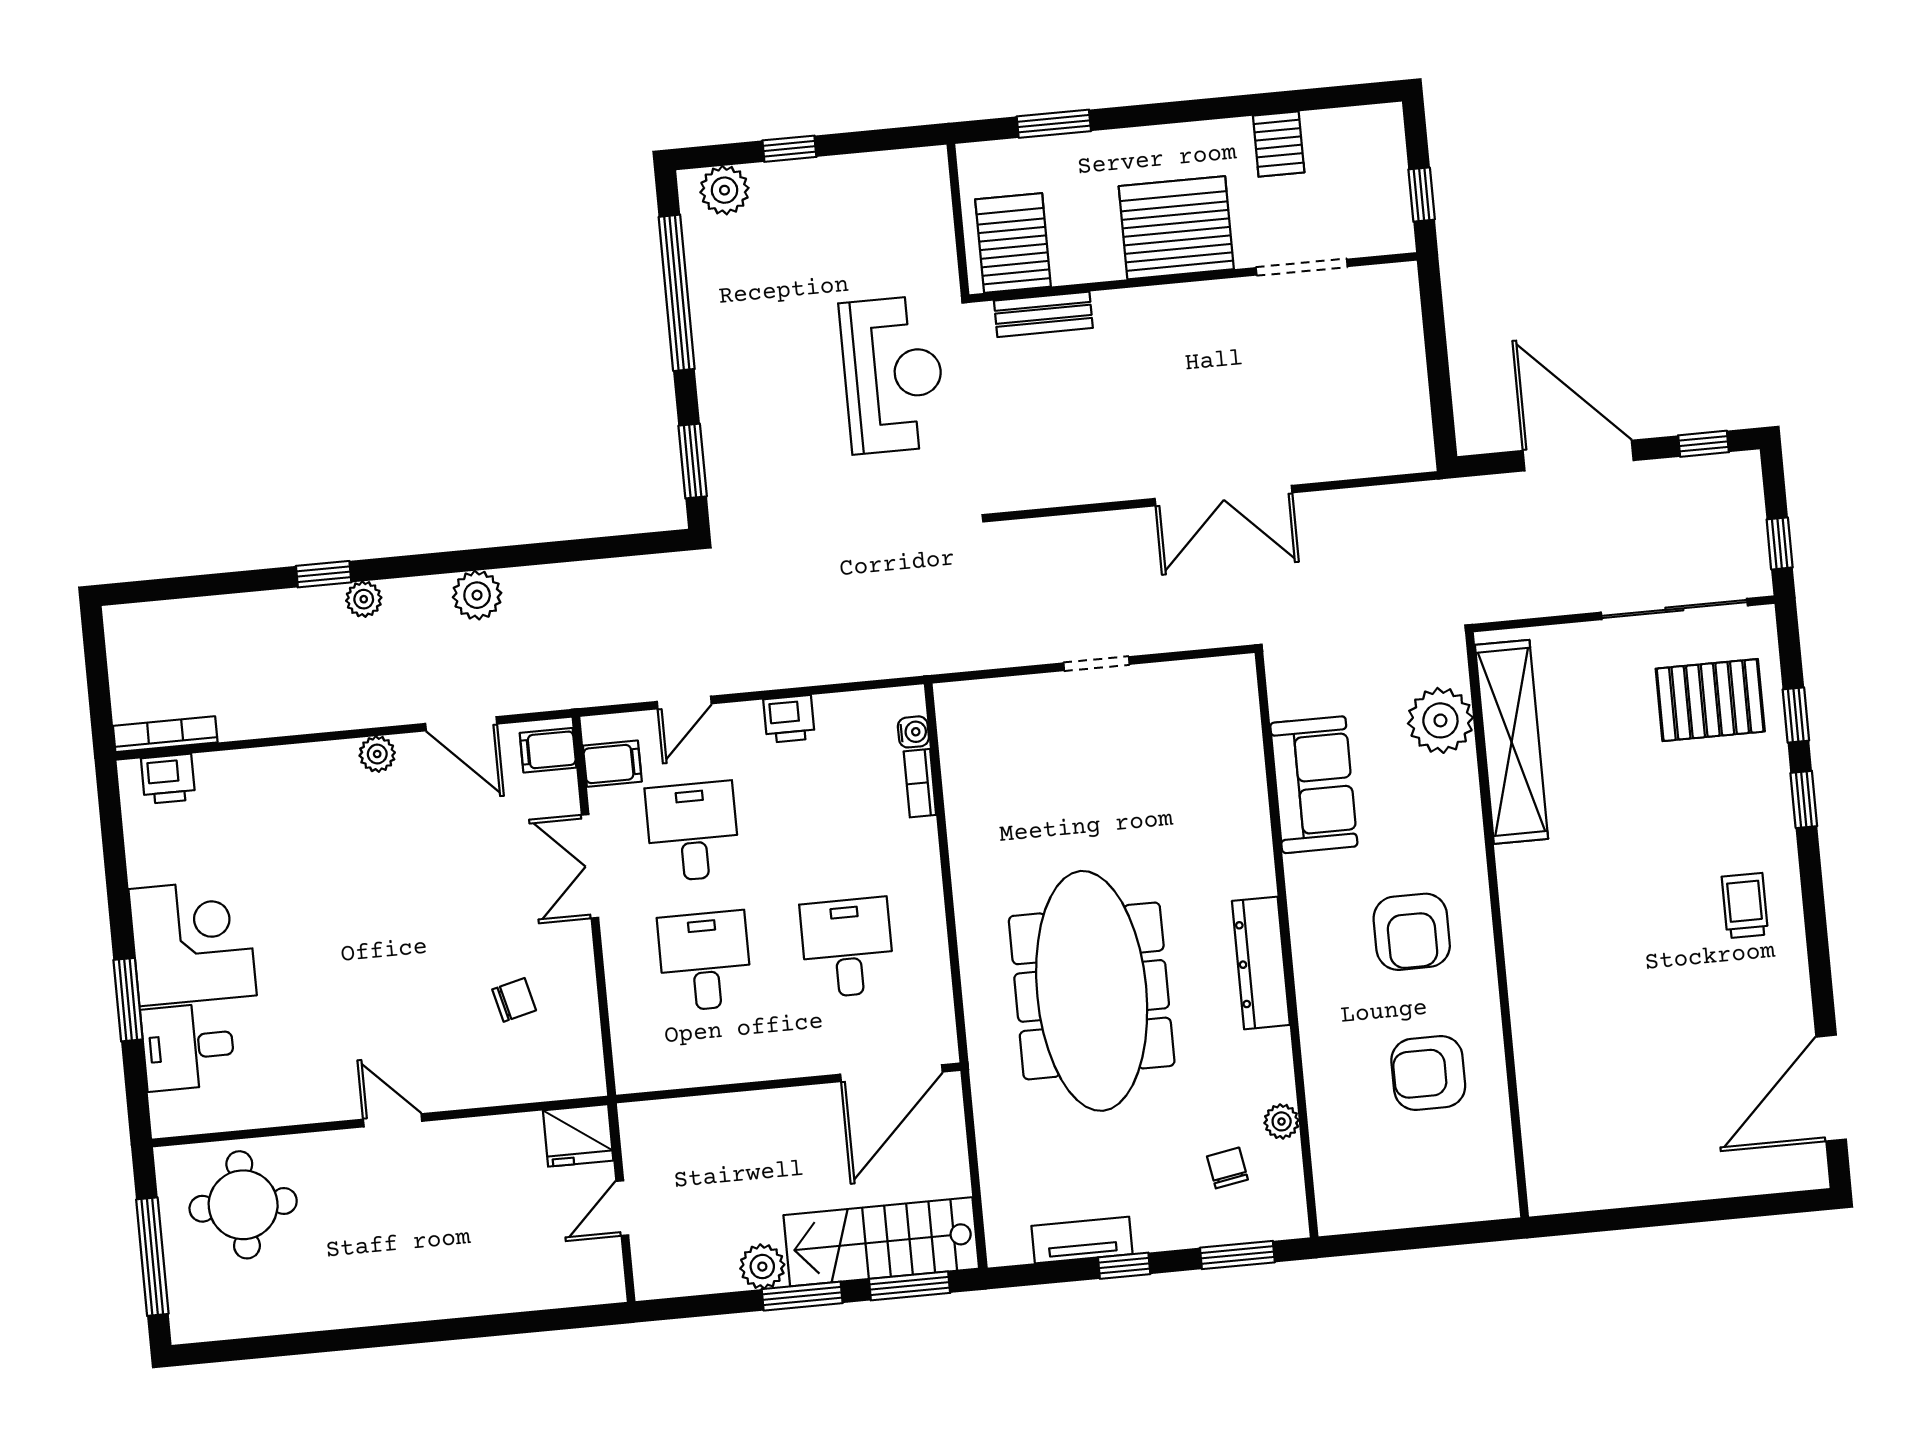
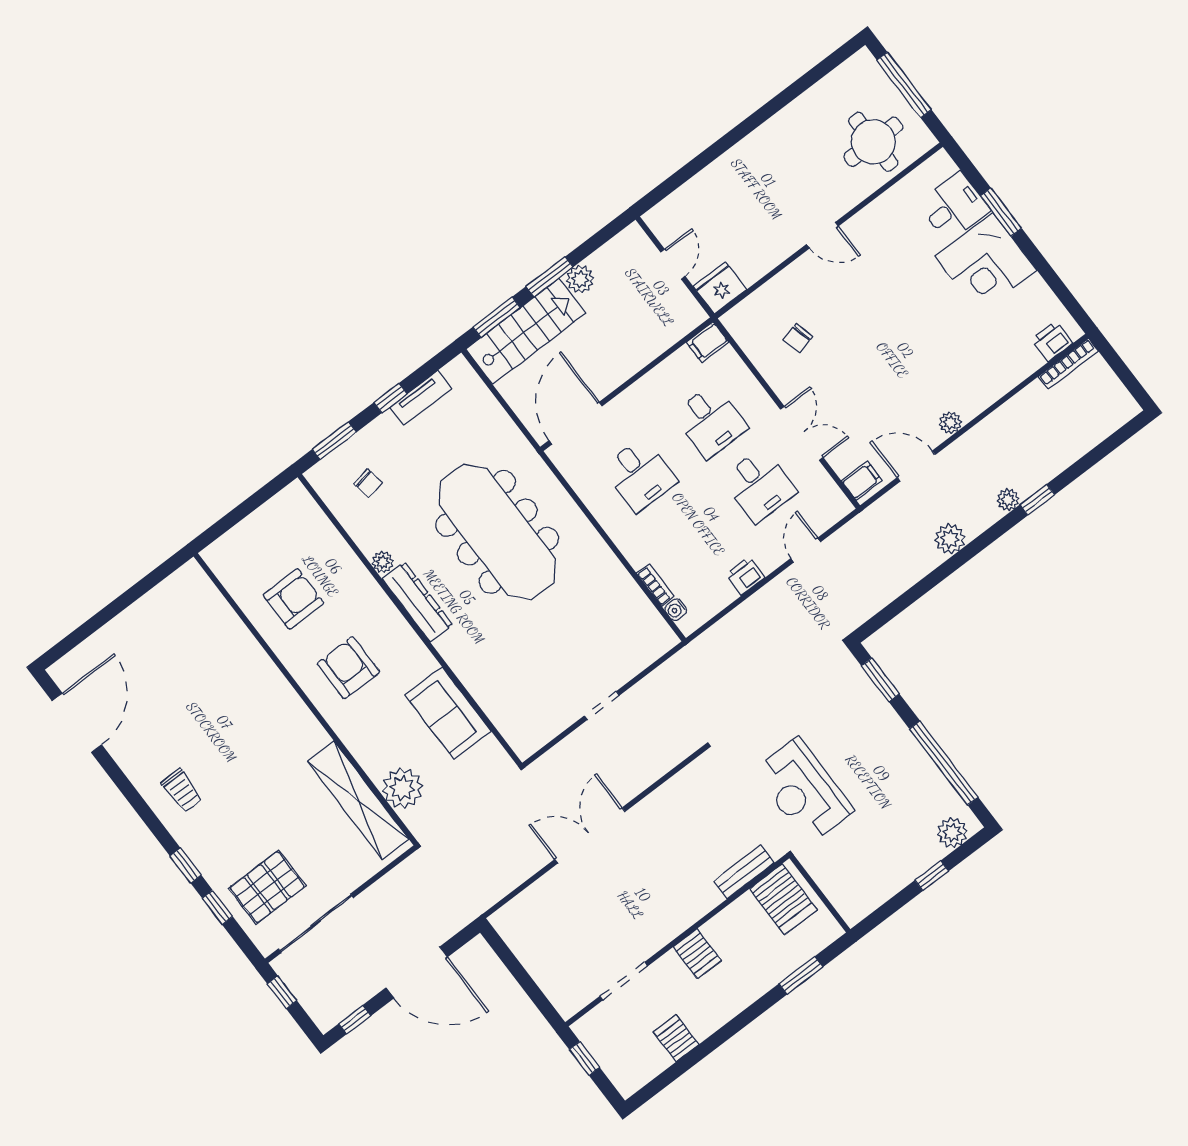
server rack: (1176, 228) -> (697, 954), width x0.46, depth x0.70
filing cabinet: (612, 764) -> (707, 342), moved
plant: (1282, 1121) -> (383, 562), moved

